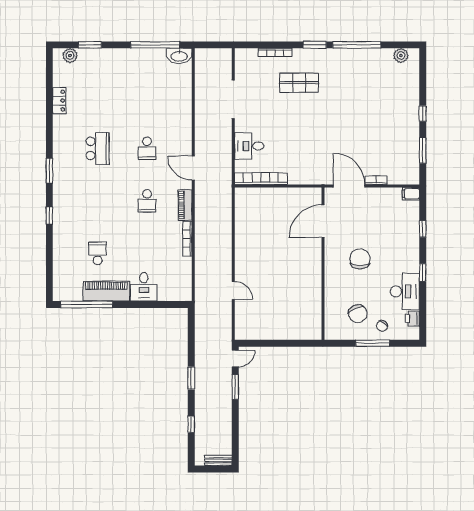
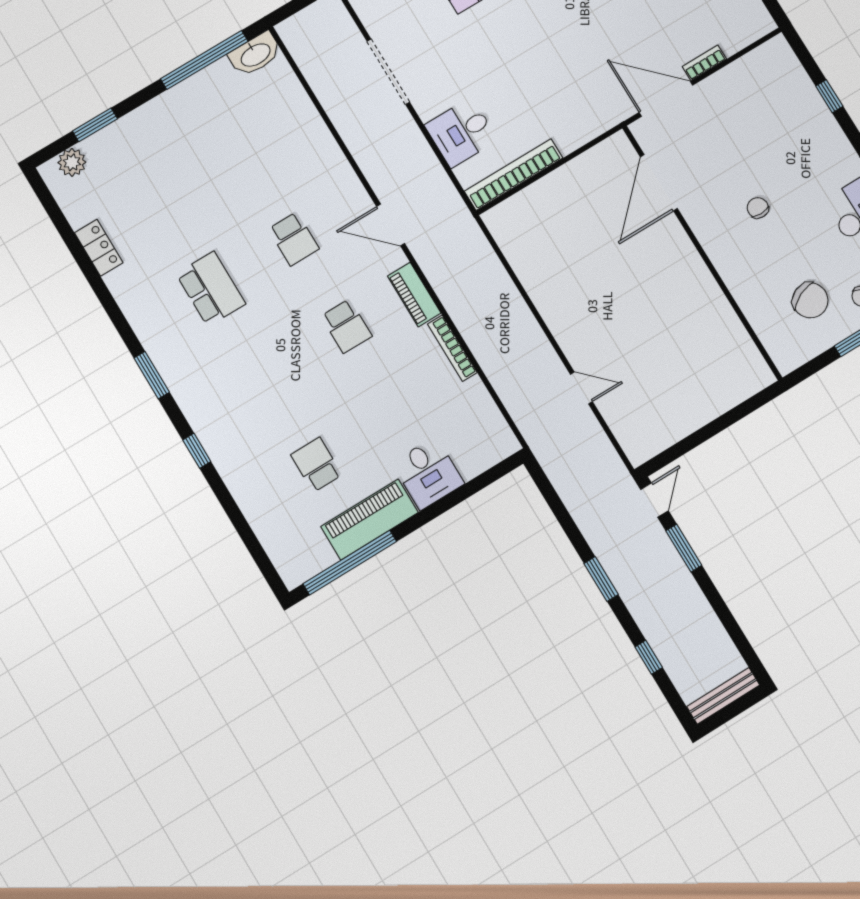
filing cabinet: (411, 194) -> (774, 50), removed
chair: (360, 259) -> (758, 208), width x0.54, depth x0.54
bench: (218, 460) -> (723, 696), width x1.36

